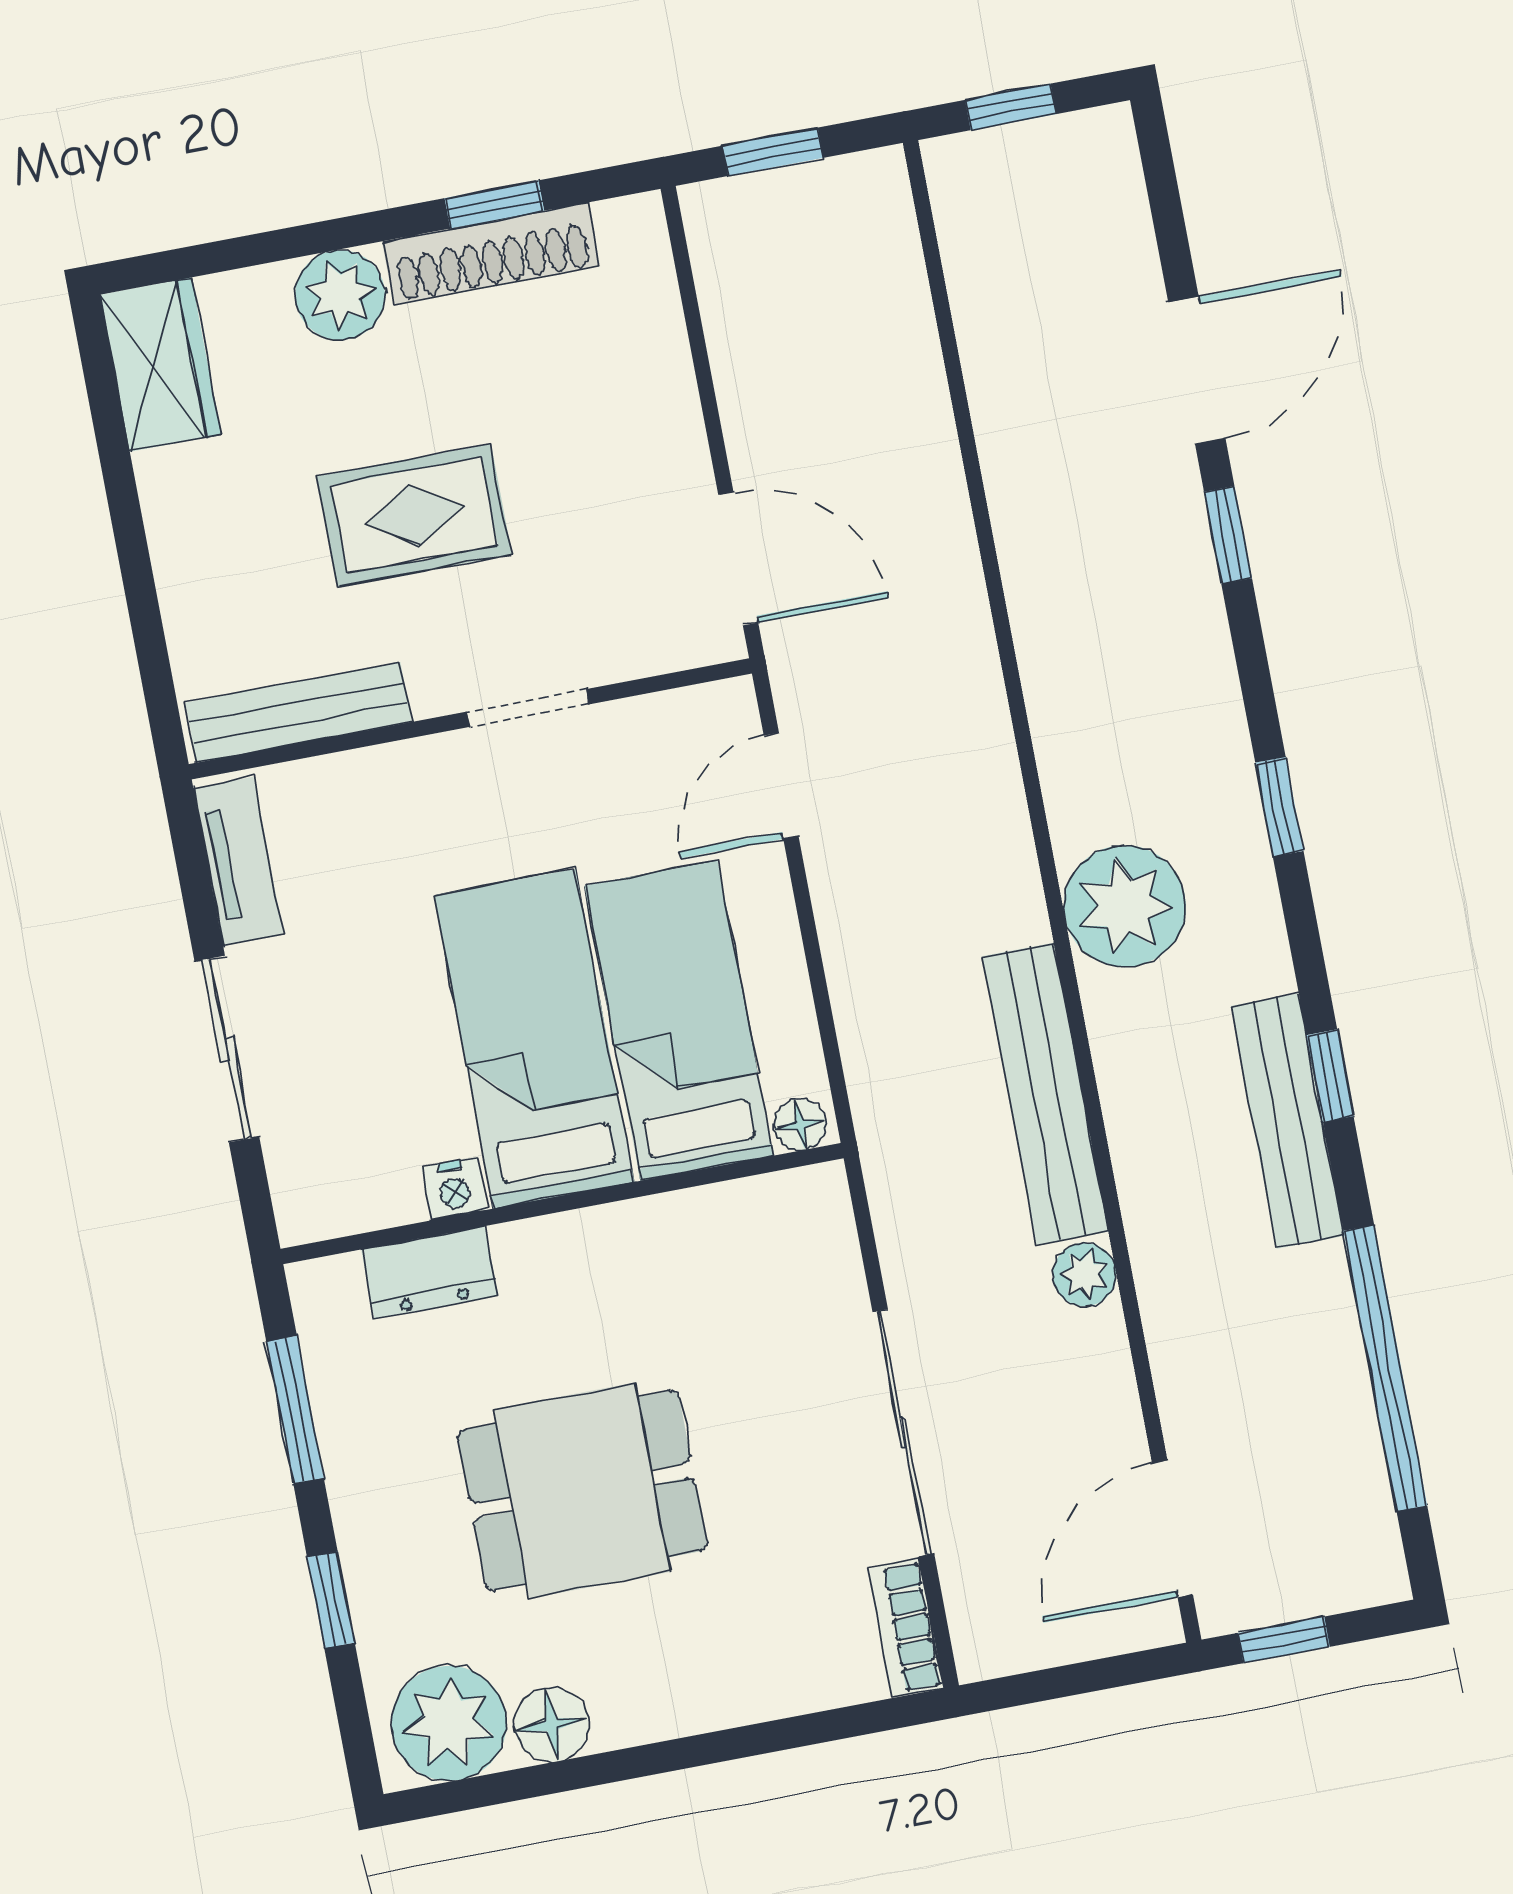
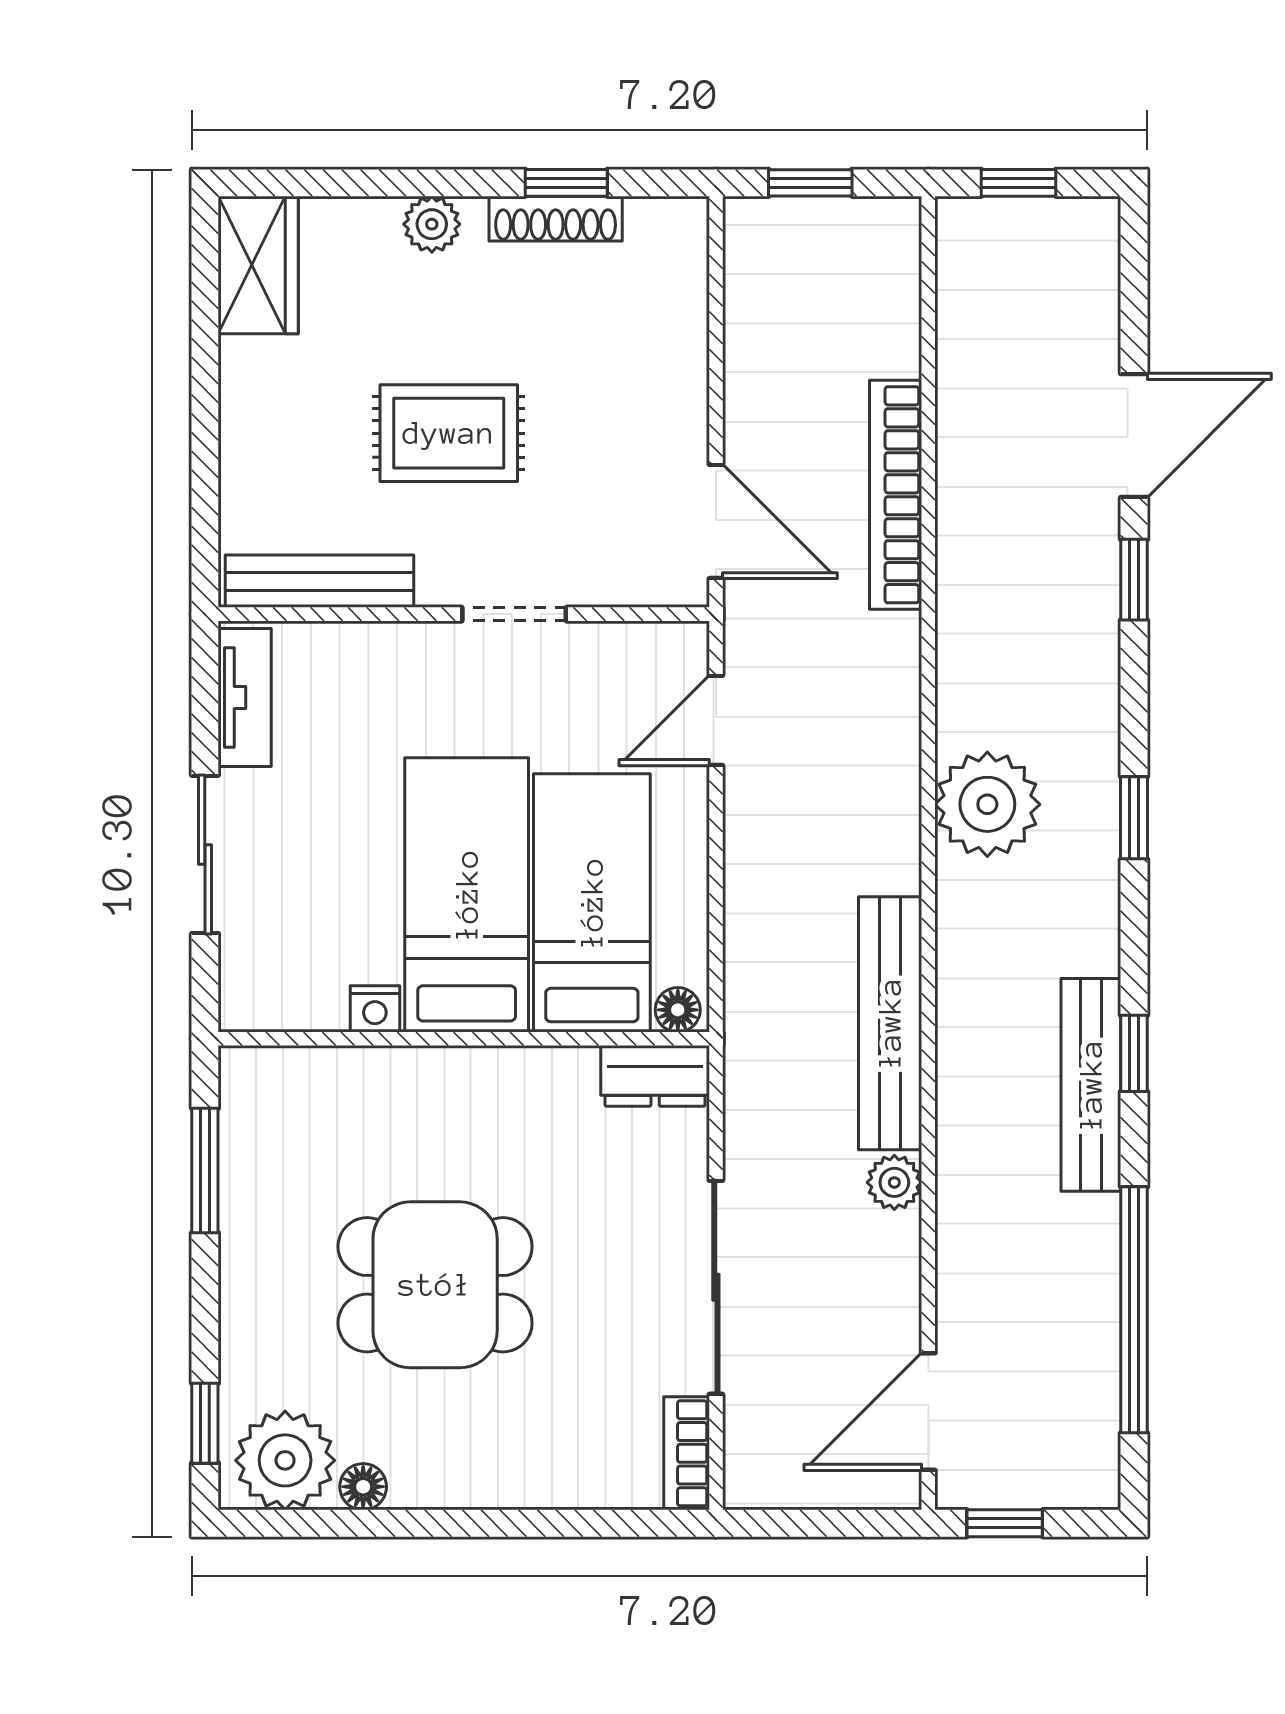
shoe rack: (491, 254) -> (556, 219), width x0.74, depth x0.81
plant: (340, 295) -> (432, 224), width x0.73, depth x0.73
bookcase: (938, 489) -> (896, 495), added
plant: (1125, 906) -> (987, 804), moved
dresser: (430, 1272) -> (655, 1076), moved
window: (331, 1600) -> (205, 1423), moved
floor lamp: (552, 1725) -> (363, 1487), width x0.73, depth x0.73

